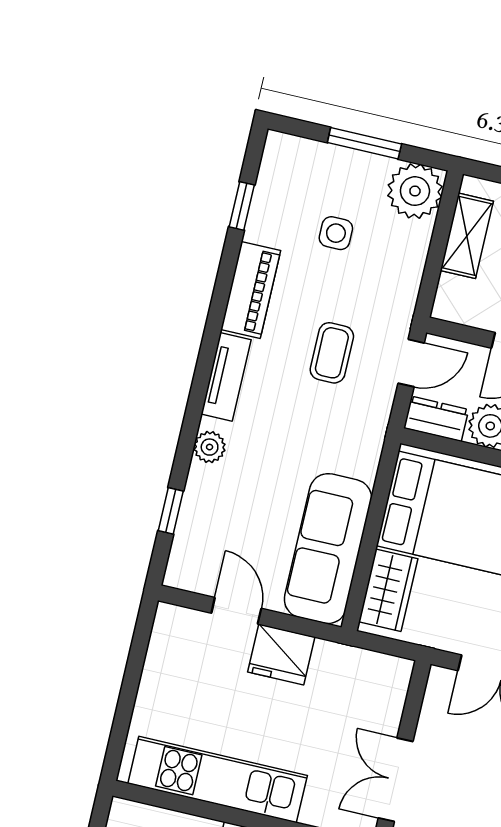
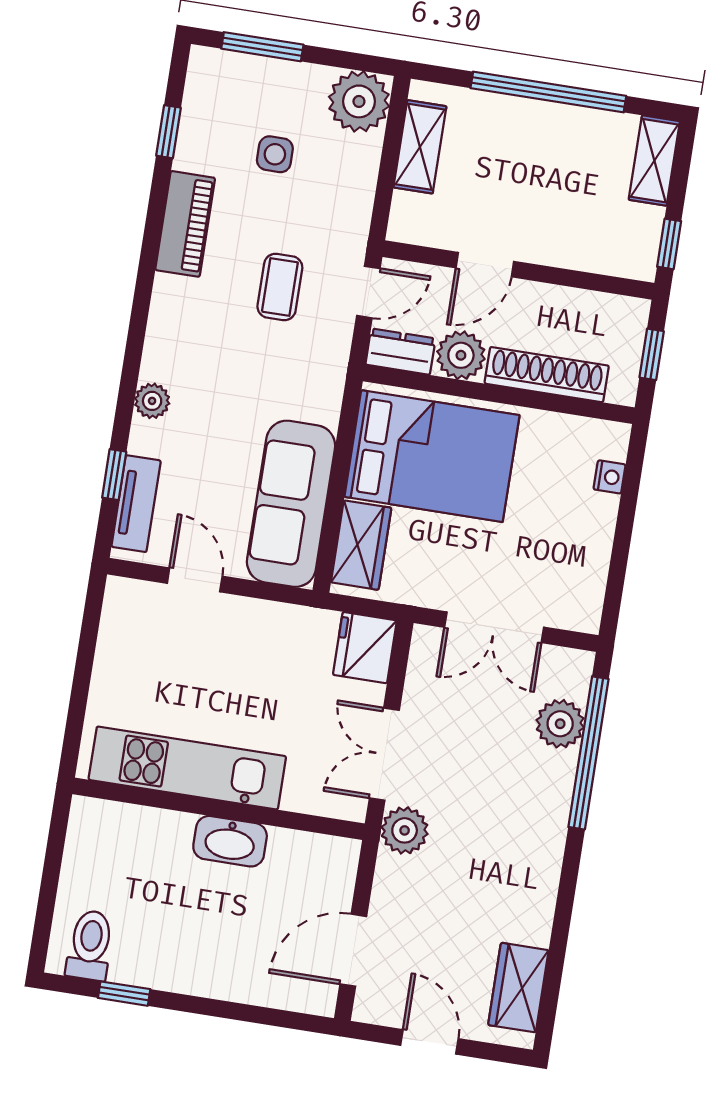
window: (364, 143) -> (262, 47), moved
tv unit: (226, 377) -> (136, 504), moved
fridge: (281, 654) -> (365, 648), moved, turned 90

